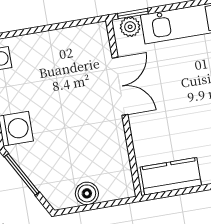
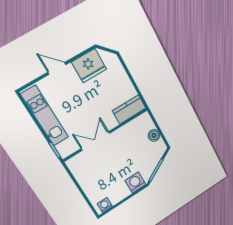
plant: (130, 27) -> (62, 148), removed
kitchen counter: (171, 176) -> (129, 109), moved, turned 90

